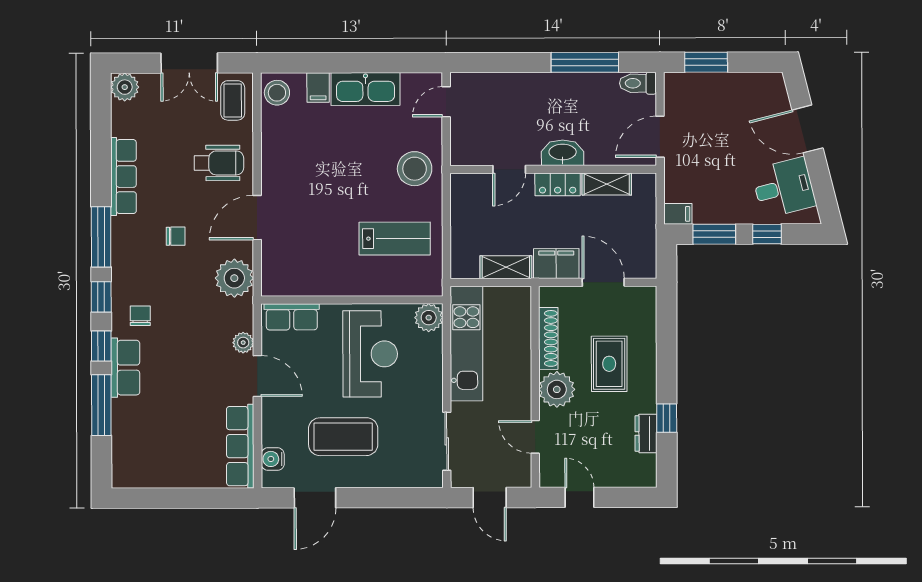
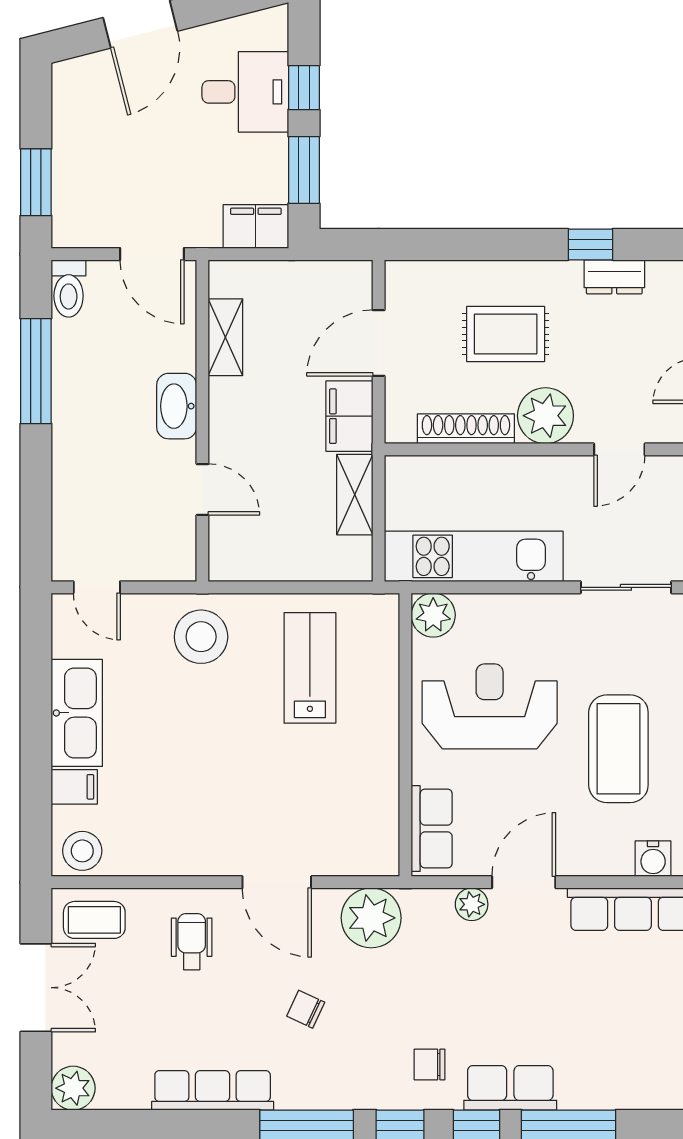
wheelchair: (219, 163) -> (192, 942), width x0.73, depth x0.73
locker: (558, 184) -> (226, 414), removed
desk: (784, 188) -> (245, 92), moved, turned 104
filing cabinet: (678, 214) -> (256, 227), width x2.00
chair: (176, 236) -> (306, 1009), turned -65

